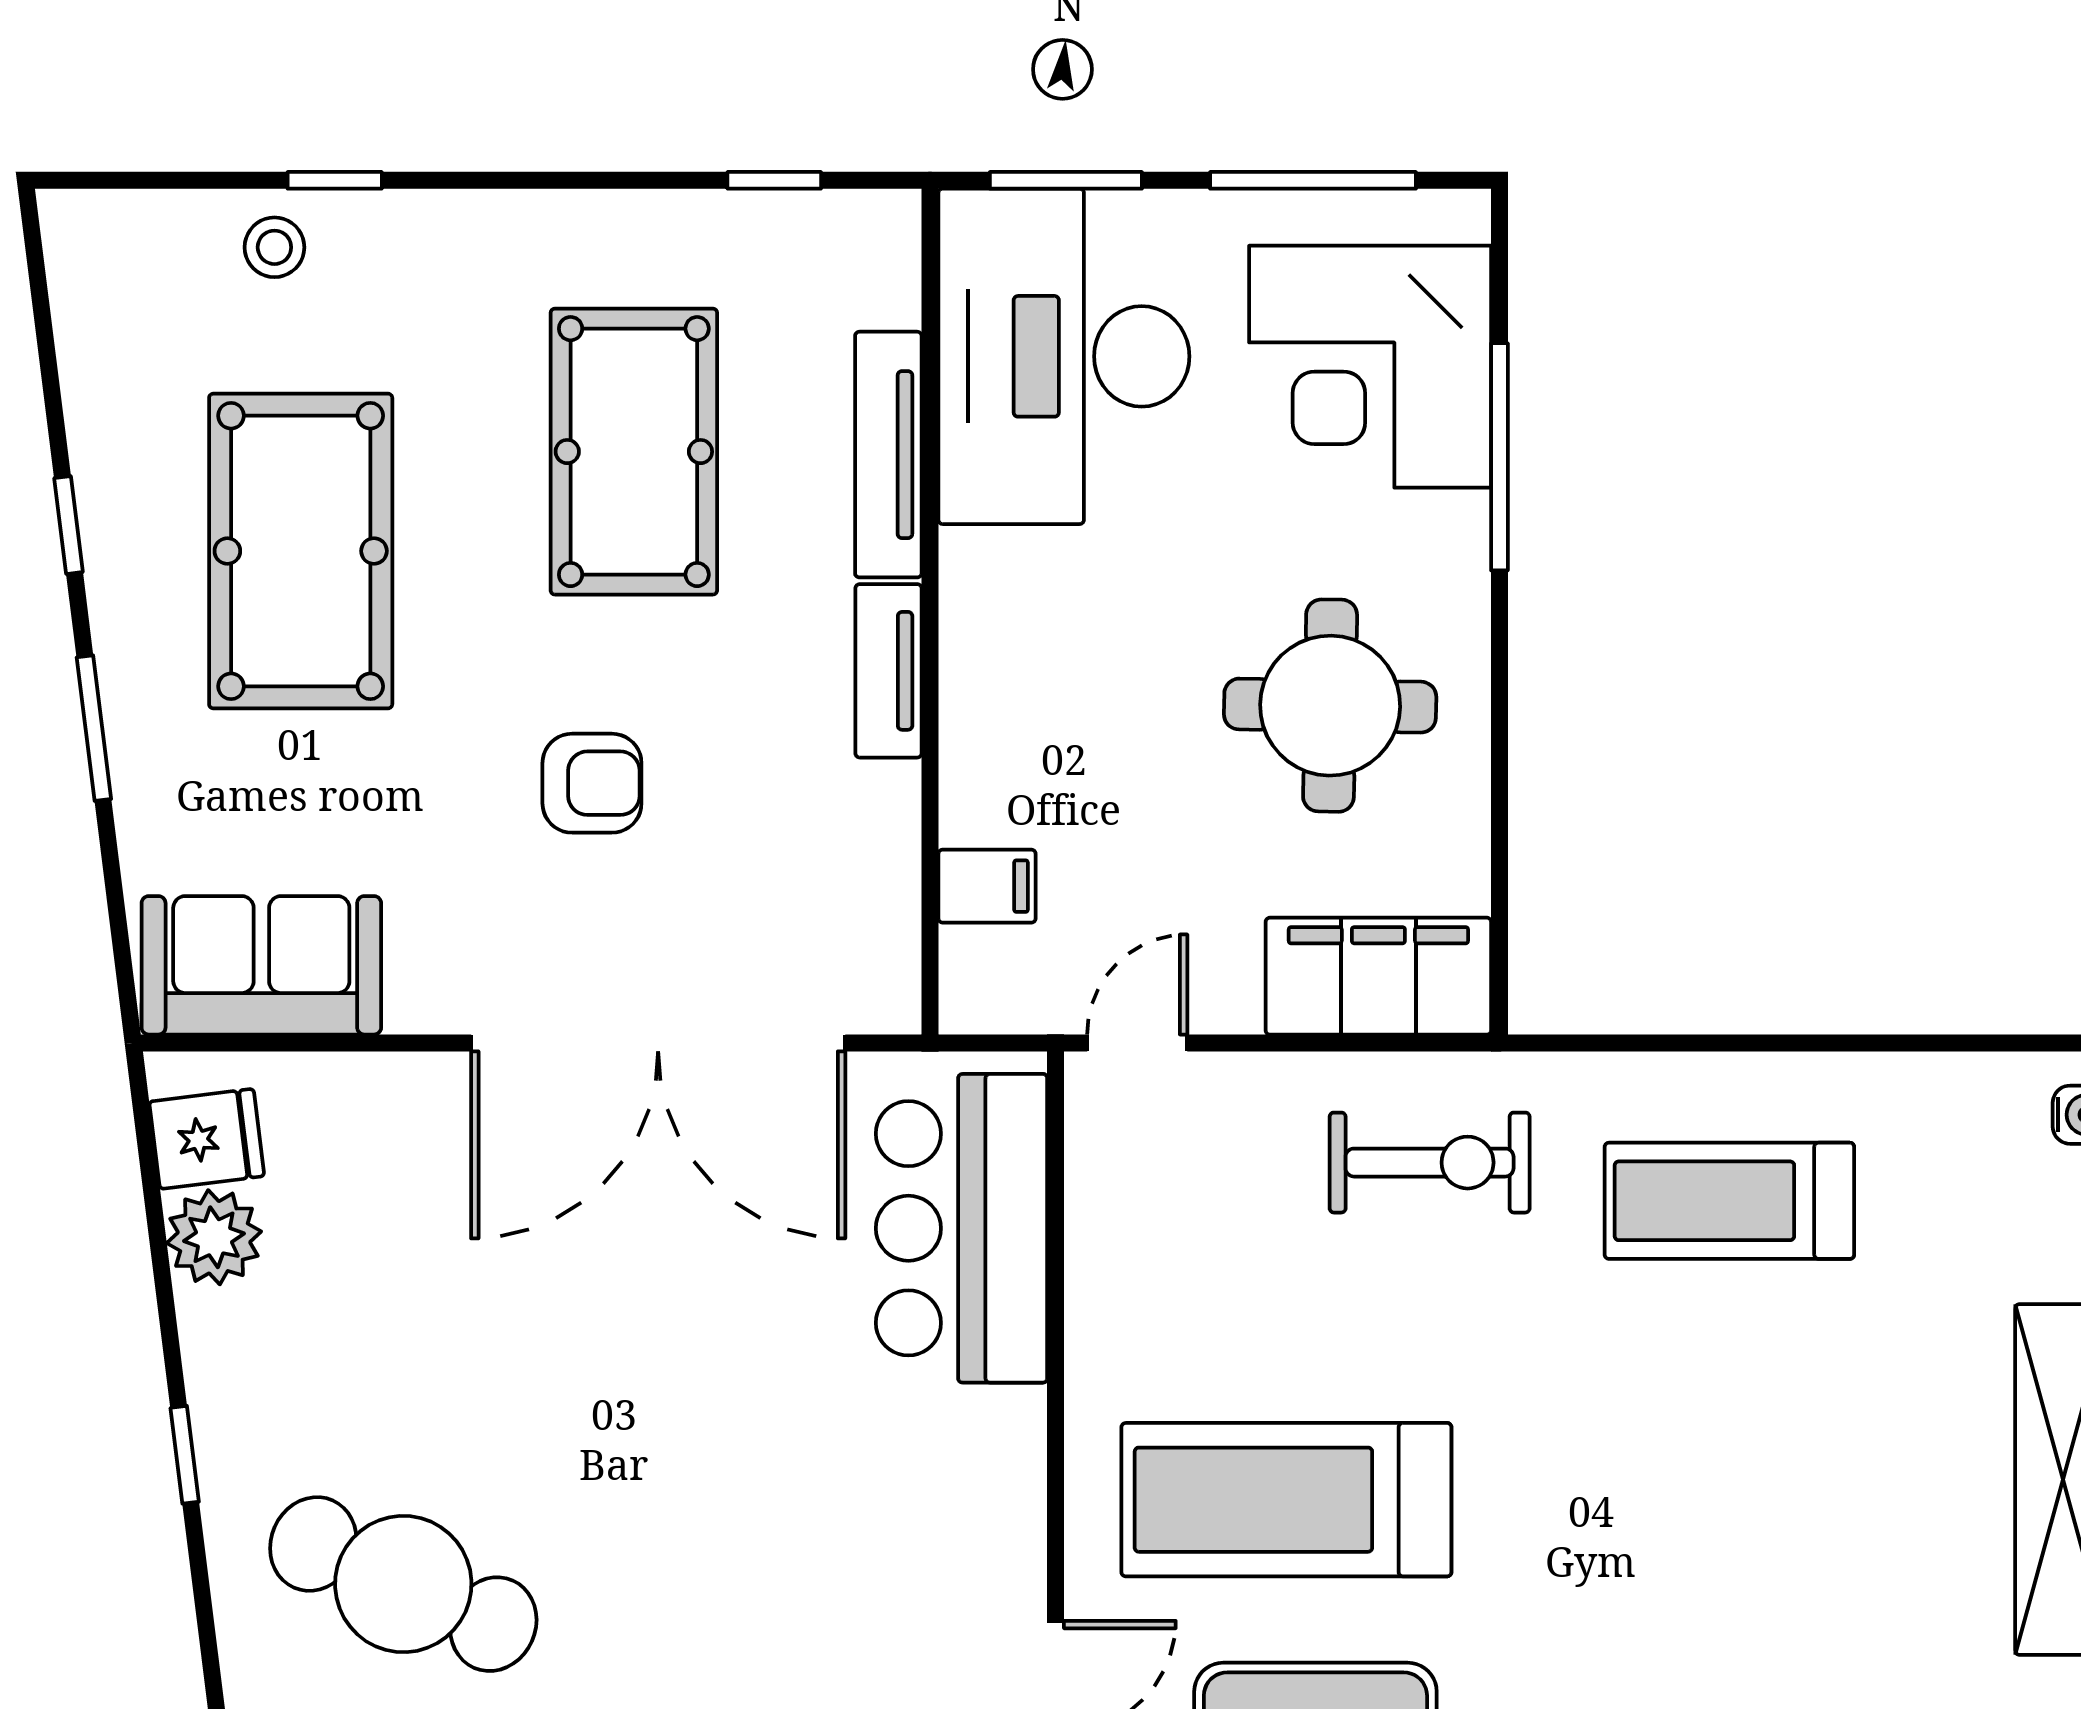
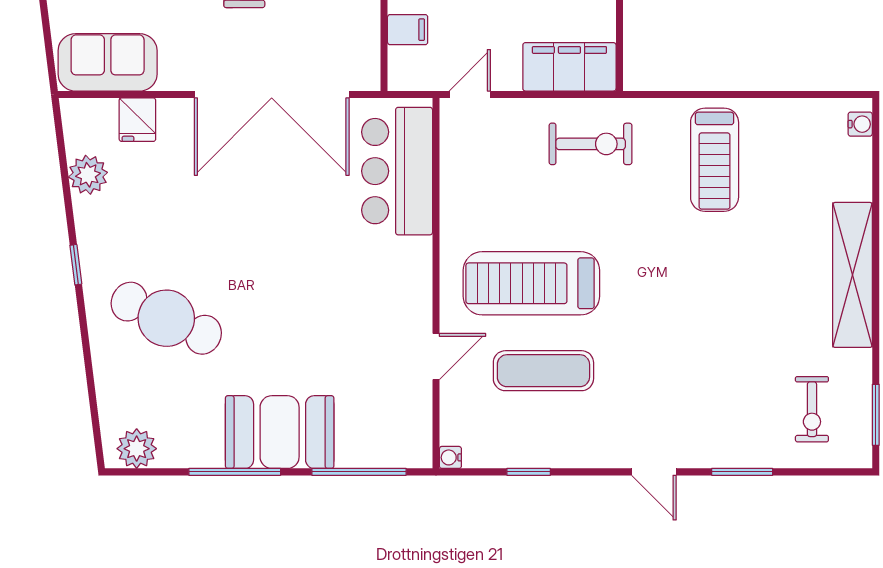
fridge: (207, 1139) -> (137, 120), moved, turned 97
treadmill: (1729, 1201) -> (715, 160), turned -90

